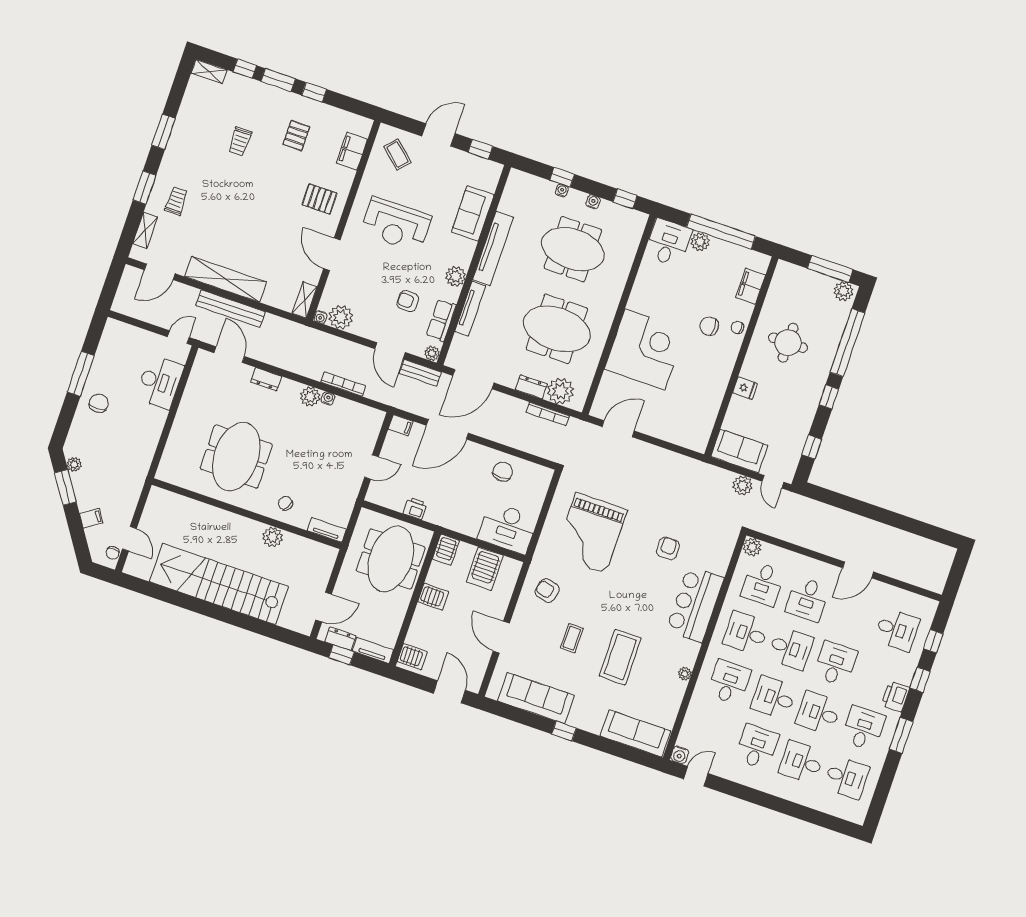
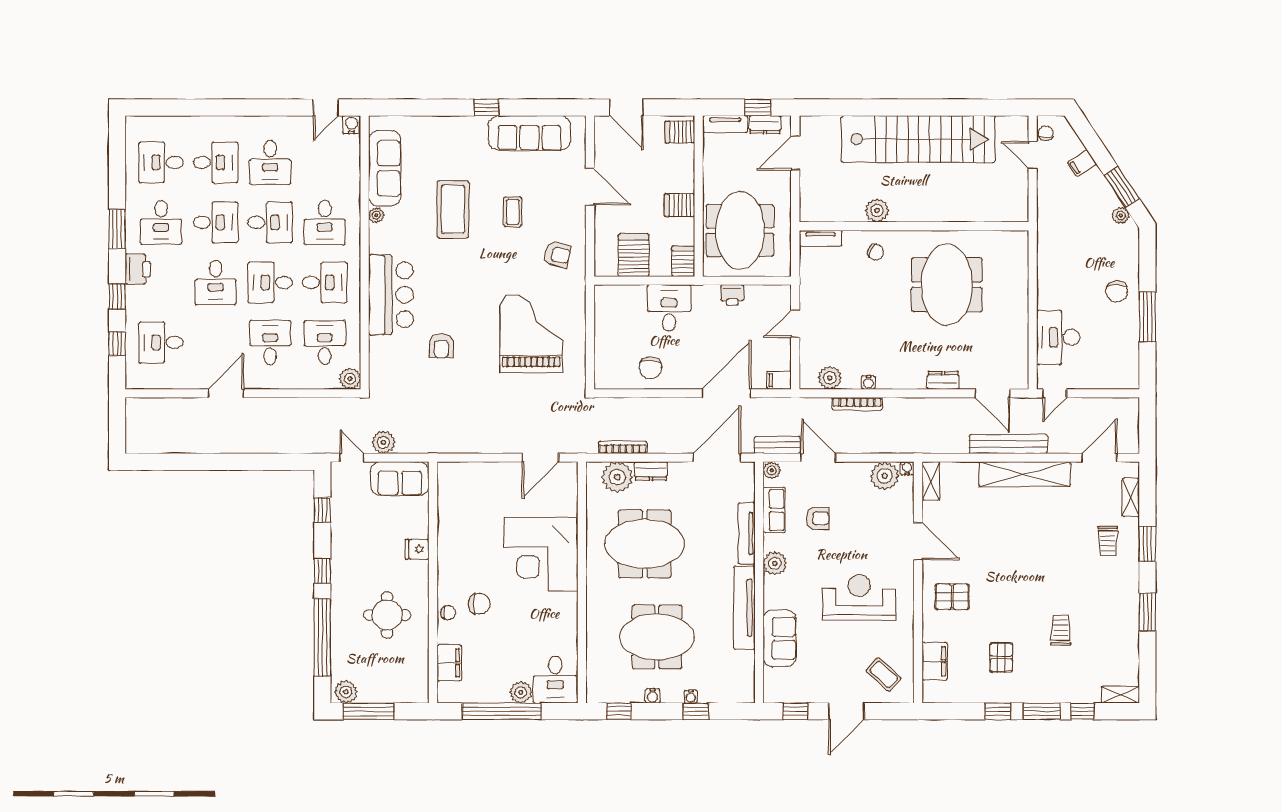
plant: (310, 397) -> (830, 378), moved
desk: (508, 528) -> (669, 308), moved, width x0.73
sofa: (635, 733) -> (385, 168), moved, turned -90

